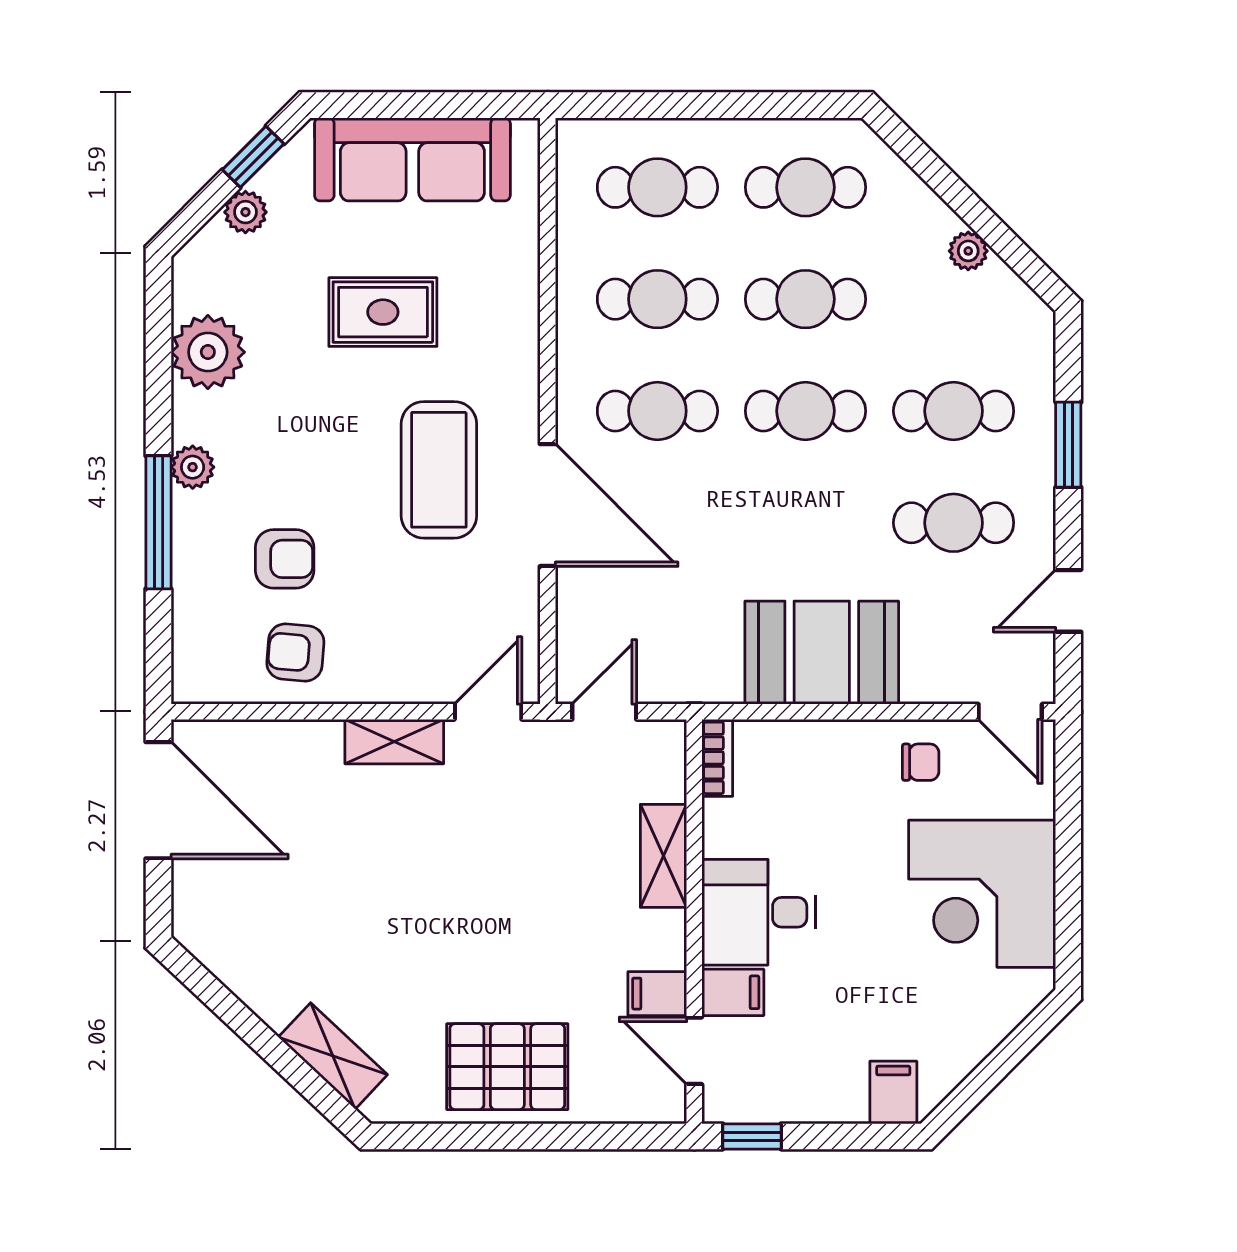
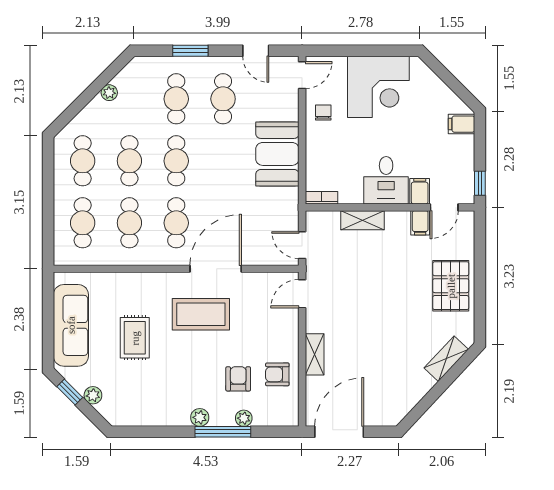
plant: (208, 352) -> (244, 418), moved, width x0.53, depth x0.53
armchair: (295, 652) -> (277, 374), turned 85
door: (488, 712) -> (302, 294), hinge flipped
shelving: (394, 742) -> (315, 354), moved

